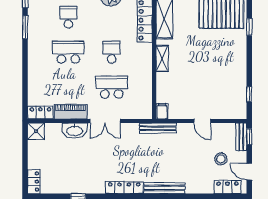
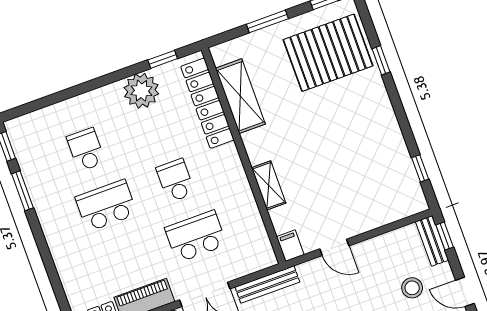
shelving: (162, 58) -> (269, 185), moved
door: (202, 121) -> (334, 247), moved
bench: (158, 128) -> (267, 285), moved

